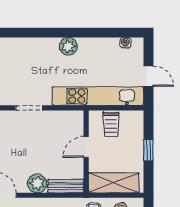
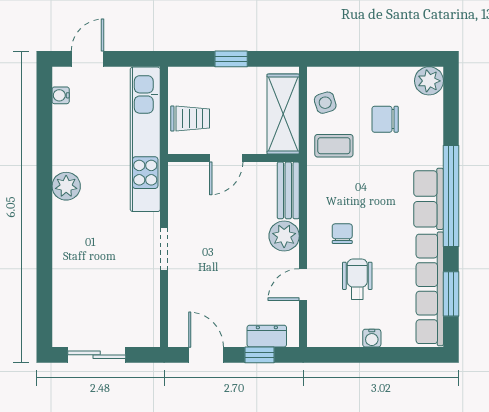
door: (148, 76) -> (88, 59), moved
door: (86, 147) -> (226, 158), hinge flipped

